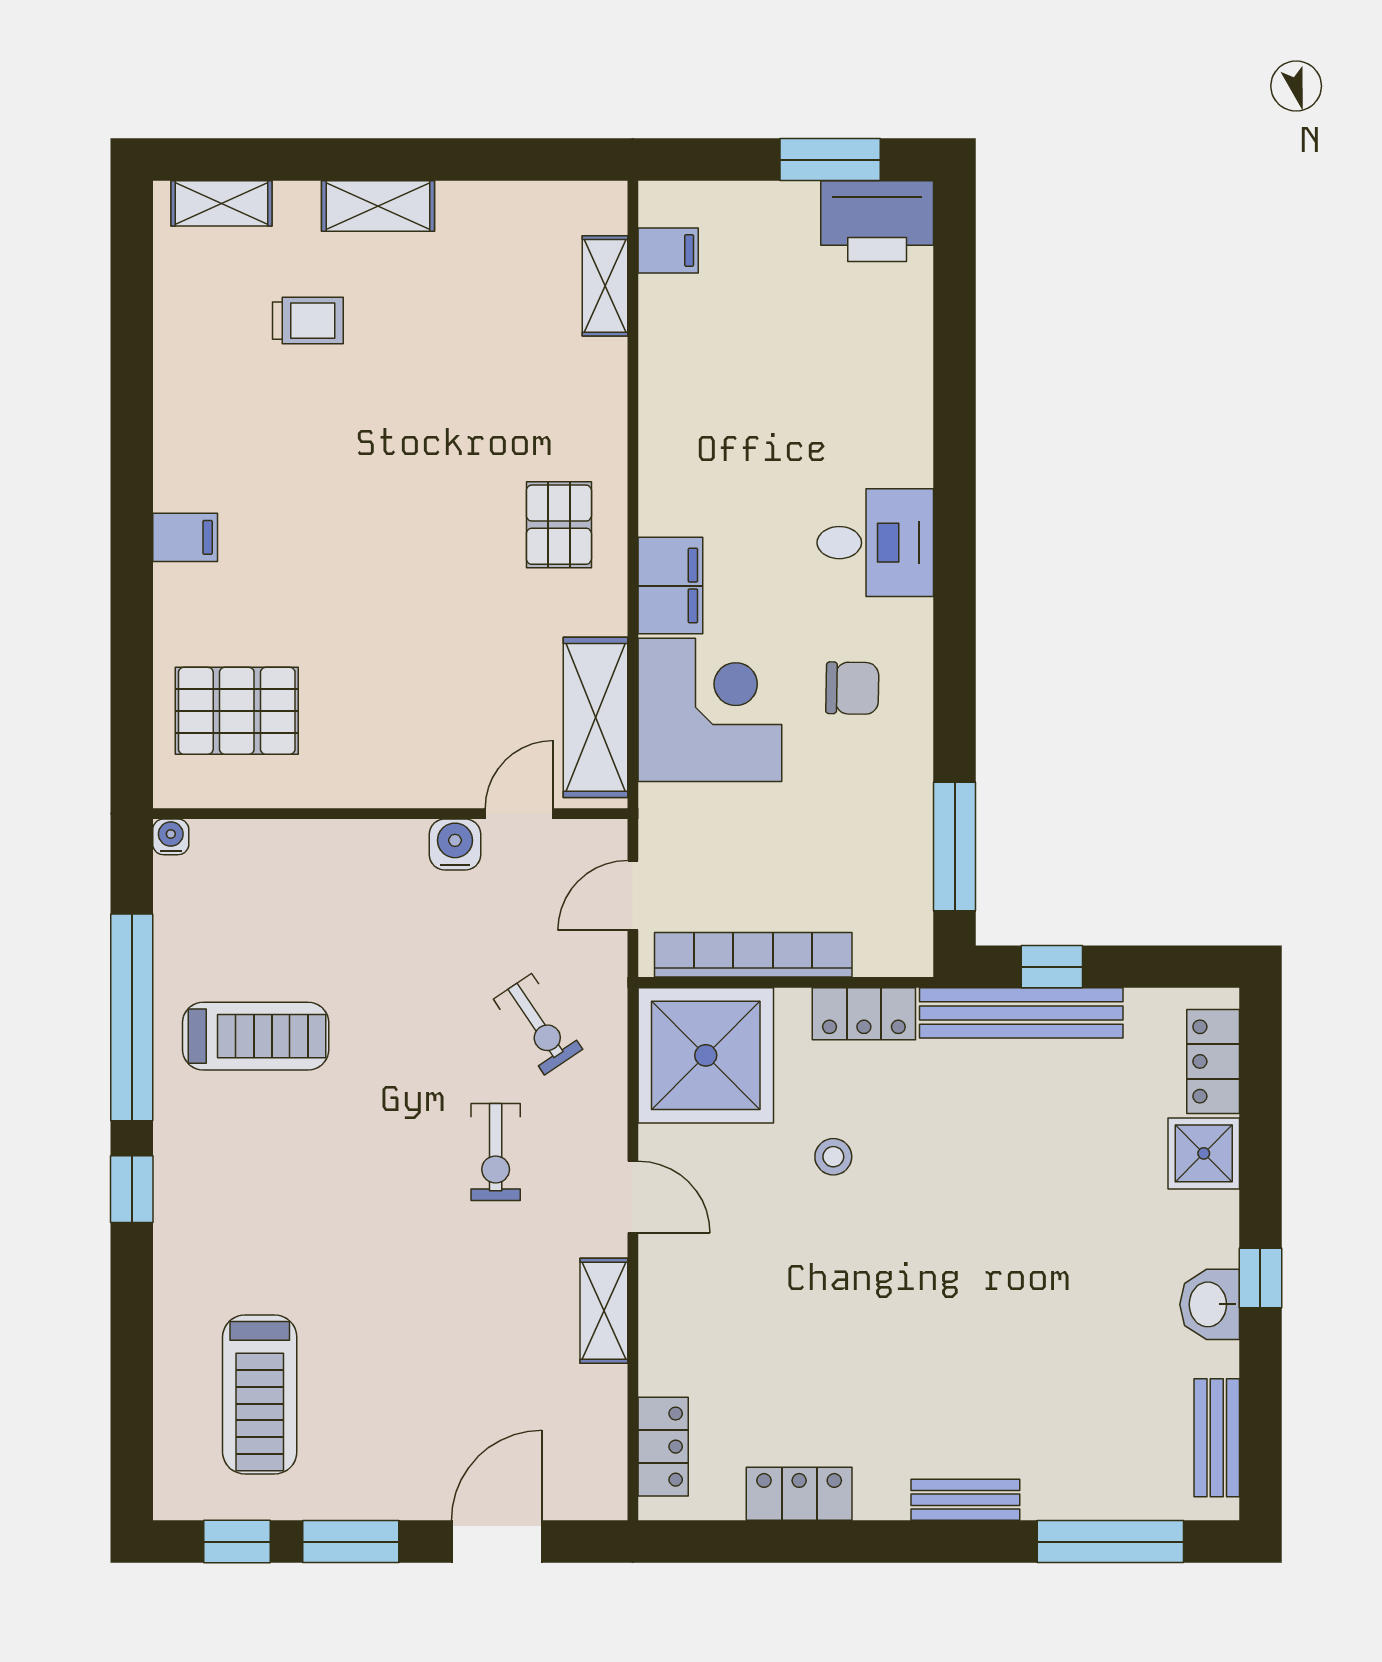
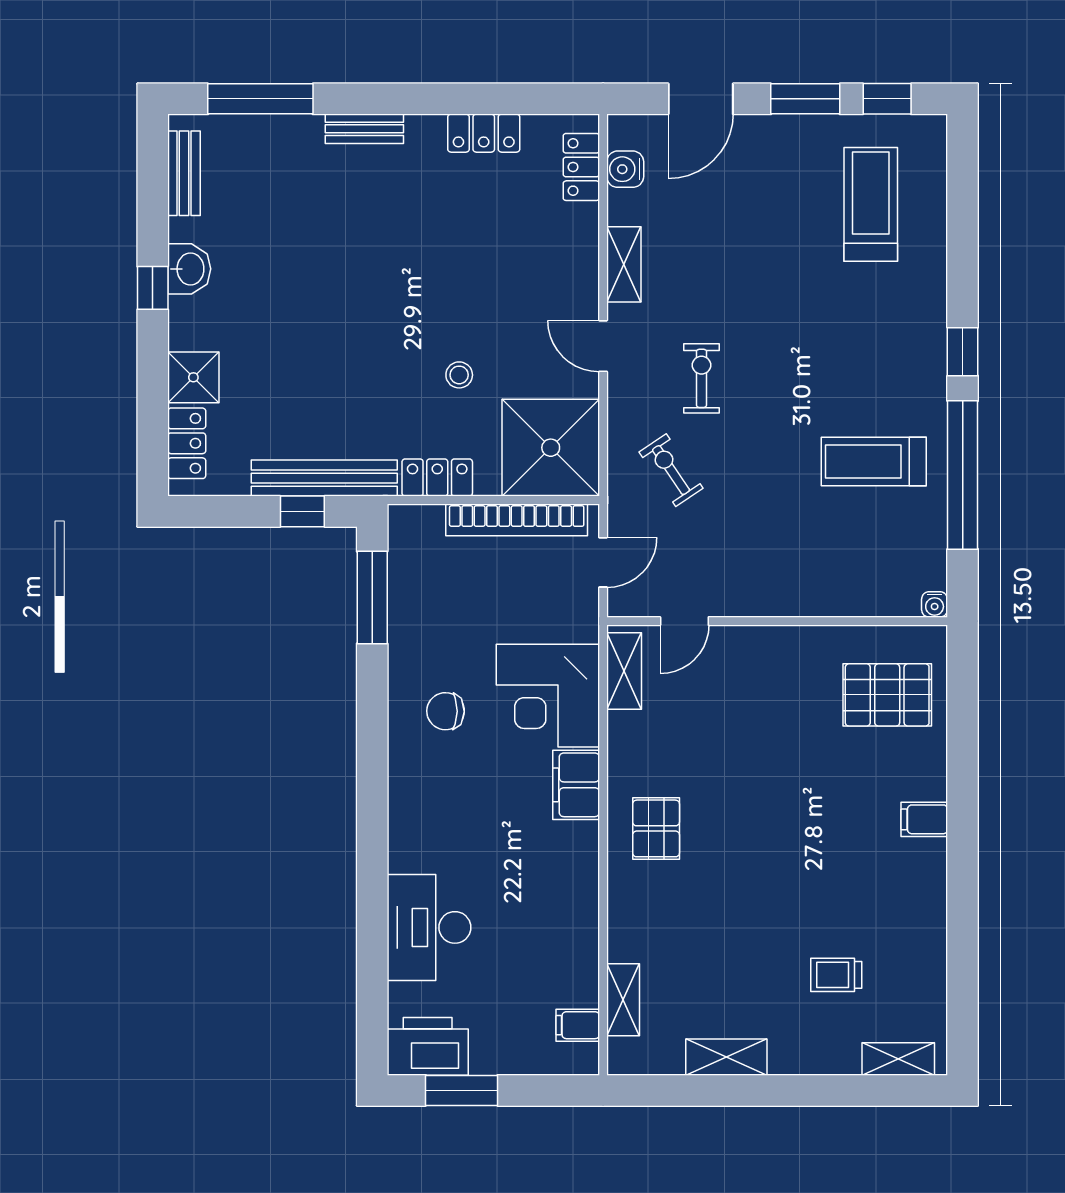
shelving: (378, 206) -> (726, 1057), moved
desk: (875, 543) -> (429, 927), moved, width x1.37
shelving: (595, 717) -> (624, 671), width x0.67, depth x0.75
water cooler: (455, 844) -> (625, 169), moved, turned 90

